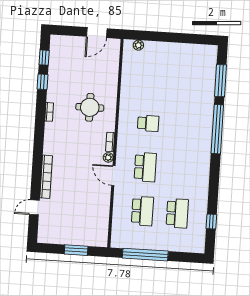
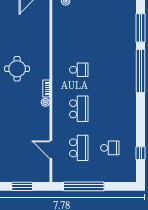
round table: (90, 107) -> (17, 69), moved
door: (113, 176) -> (51, 150), moved
school desk: (177, 213) -> (110, 148), width x0.54

